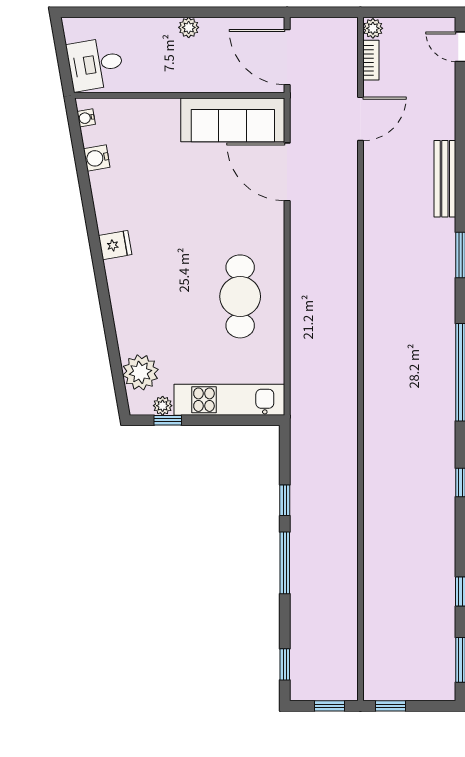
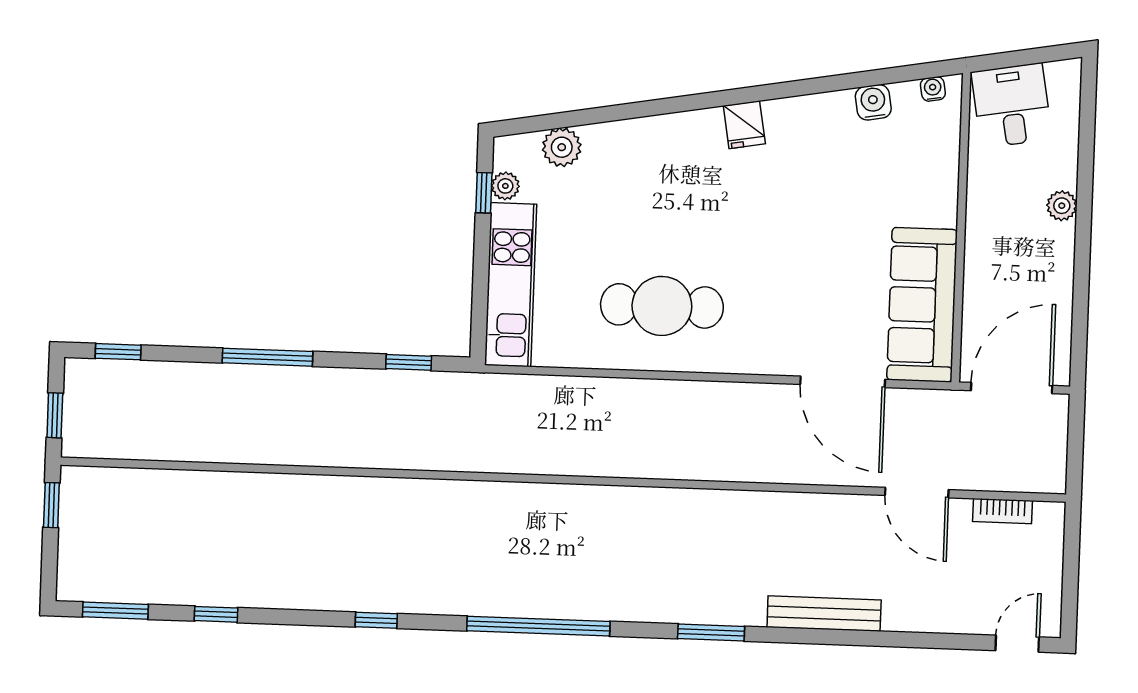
plant: (189, 27) -> (1062, 206), moved
plant: (373, 28) -> (1049, 516), removed
door: (287, 172) -> (843, 382), swing flipped
plant: (140, 372) -> (562, 147), width x0.73, depth x0.73
window: (285, 500) -> (409, 362), moved

